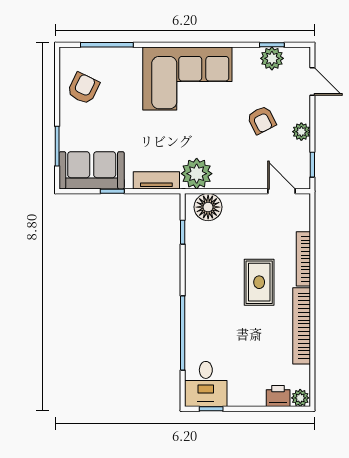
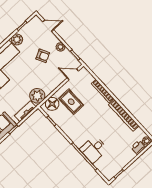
plant: (272, 58) -> (17, 39), moved
rug: (259, 282) -> (71, 102), moved
desk: (206, 384) -> (94, 149), moved, turned 90

